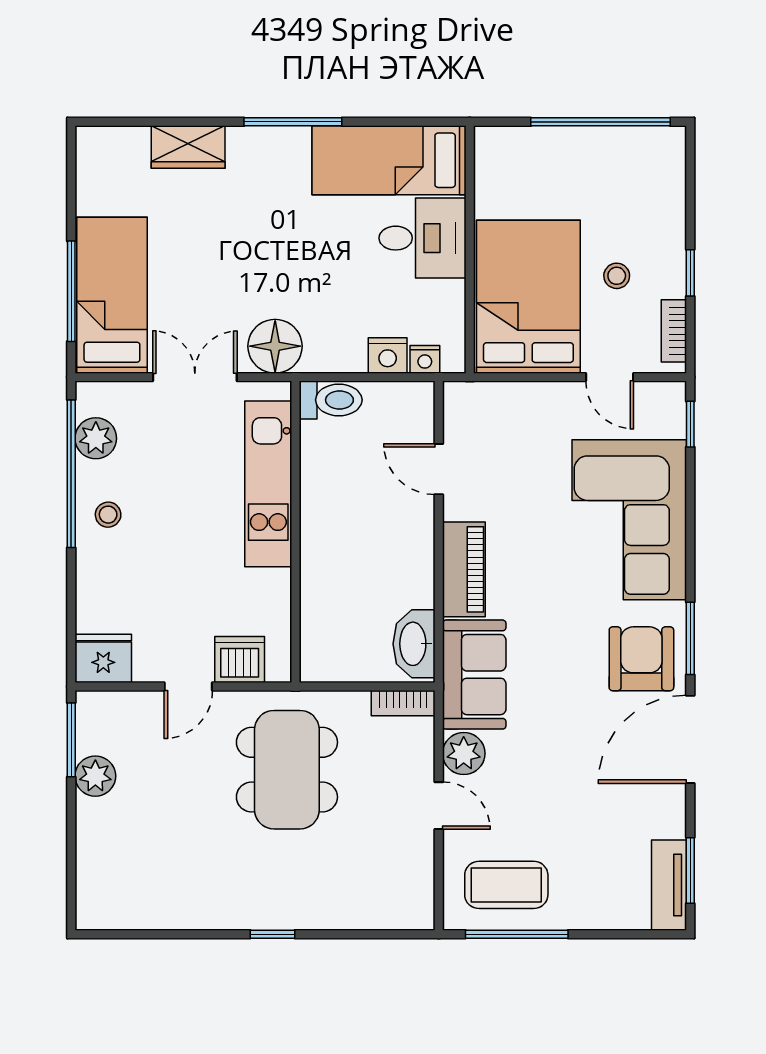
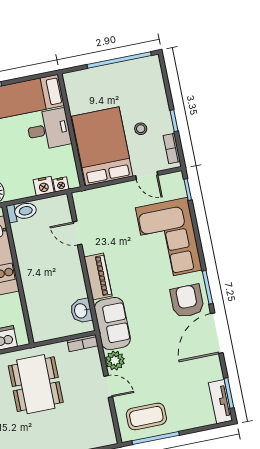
washbasin: (414, 644) -> (81, 311), width x0.72

